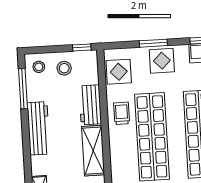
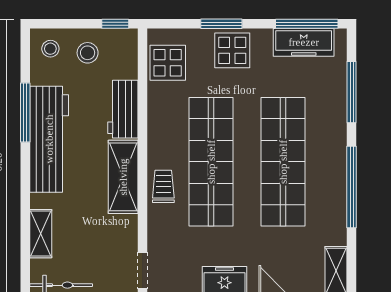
window: (23, 89) -> (25, 112), moved
trolley: (122, 113) -> (163, 186), moved
workbench: (38, 128) -> (49, 139), width x1.36, depth x1.32

